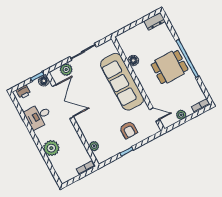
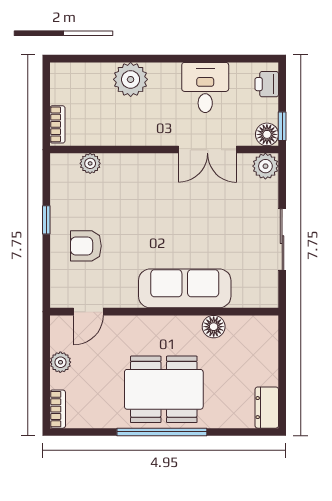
dining table: (170, 67) -> (164, 389), width x1.37
plant: (66, 70) -> (265, 166), moved
sofa: (122, 82) -> (185, 288), width x0.74, depth x0.79
double door: (63, 102) -> (207, 150), width x0.73

